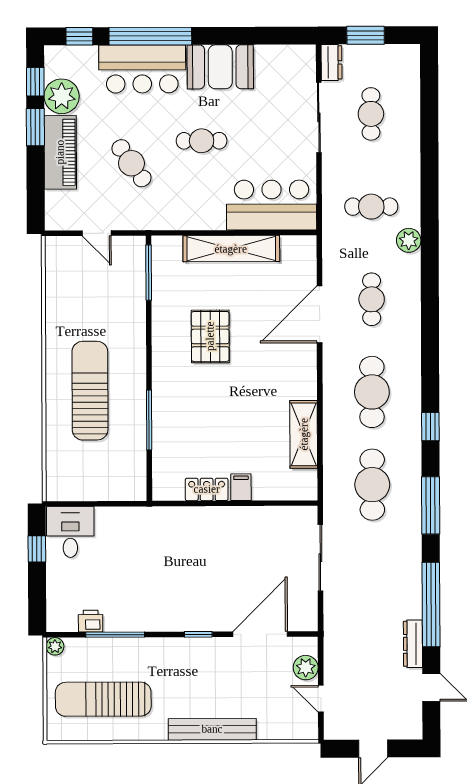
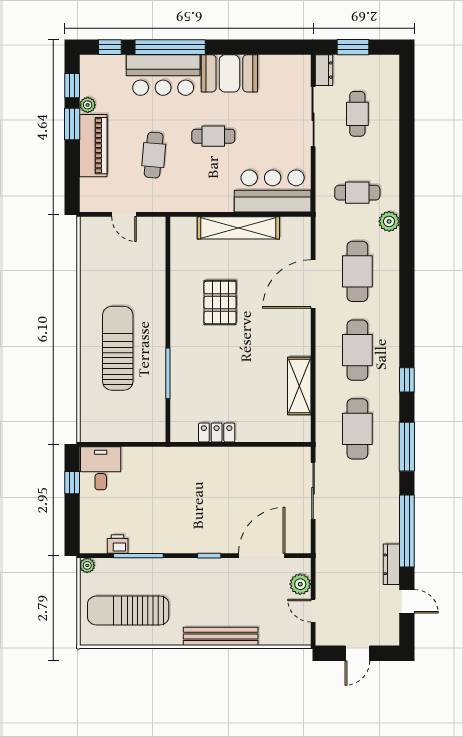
plant: (62, 96) -> (88, 105), width x0.53, depth x0.53
cafe table: (131, 163) -> (154, 155), turned 40
window: (149, 273) -> (168, 248), removed
cafe table: (372, 299) -> (357, 271), width x1.37, depth x1.35
filing cabinet: (241, 487) -> (246, 431), removed

